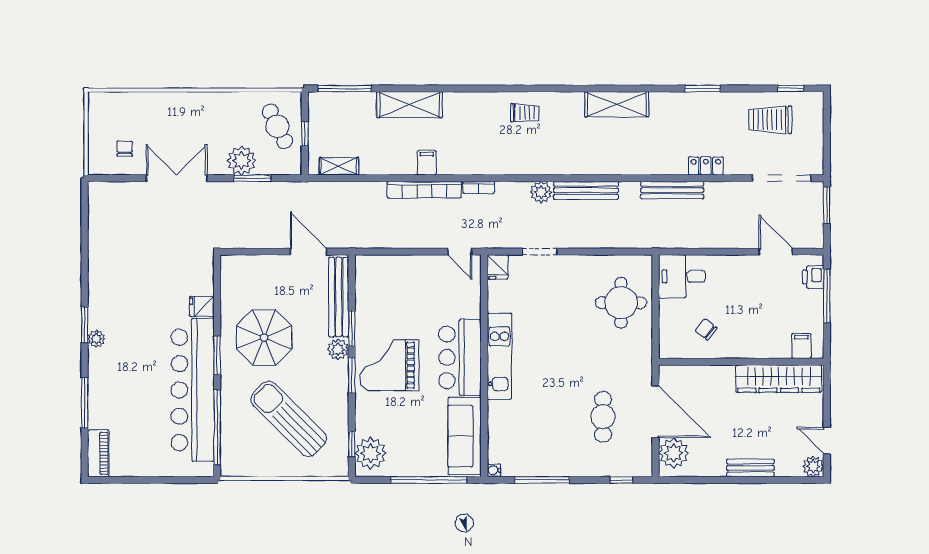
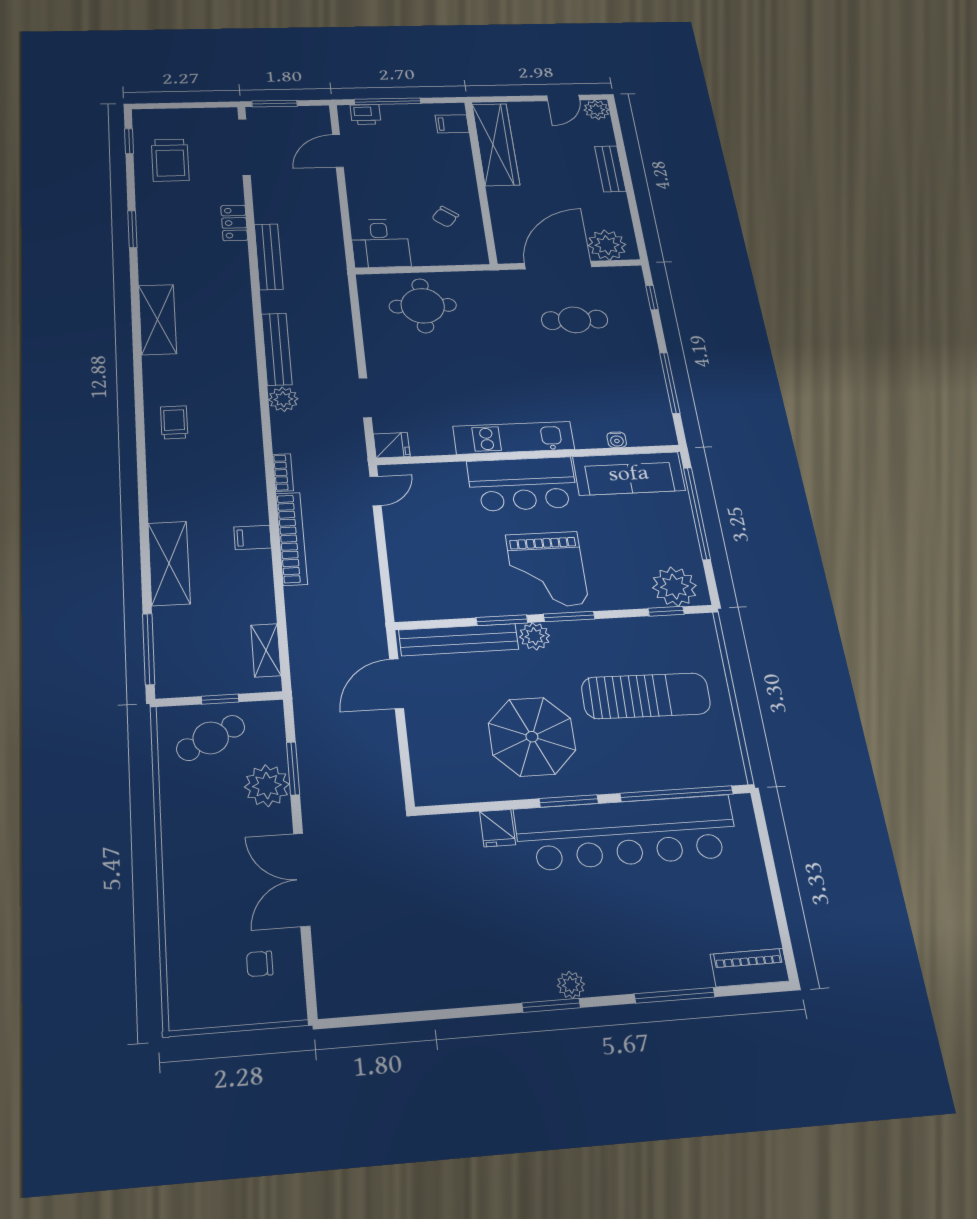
sun lounger: (289, 419) -> (646, 696), turned -134
water cooler: (494, 470) -> (617, 440), moved

